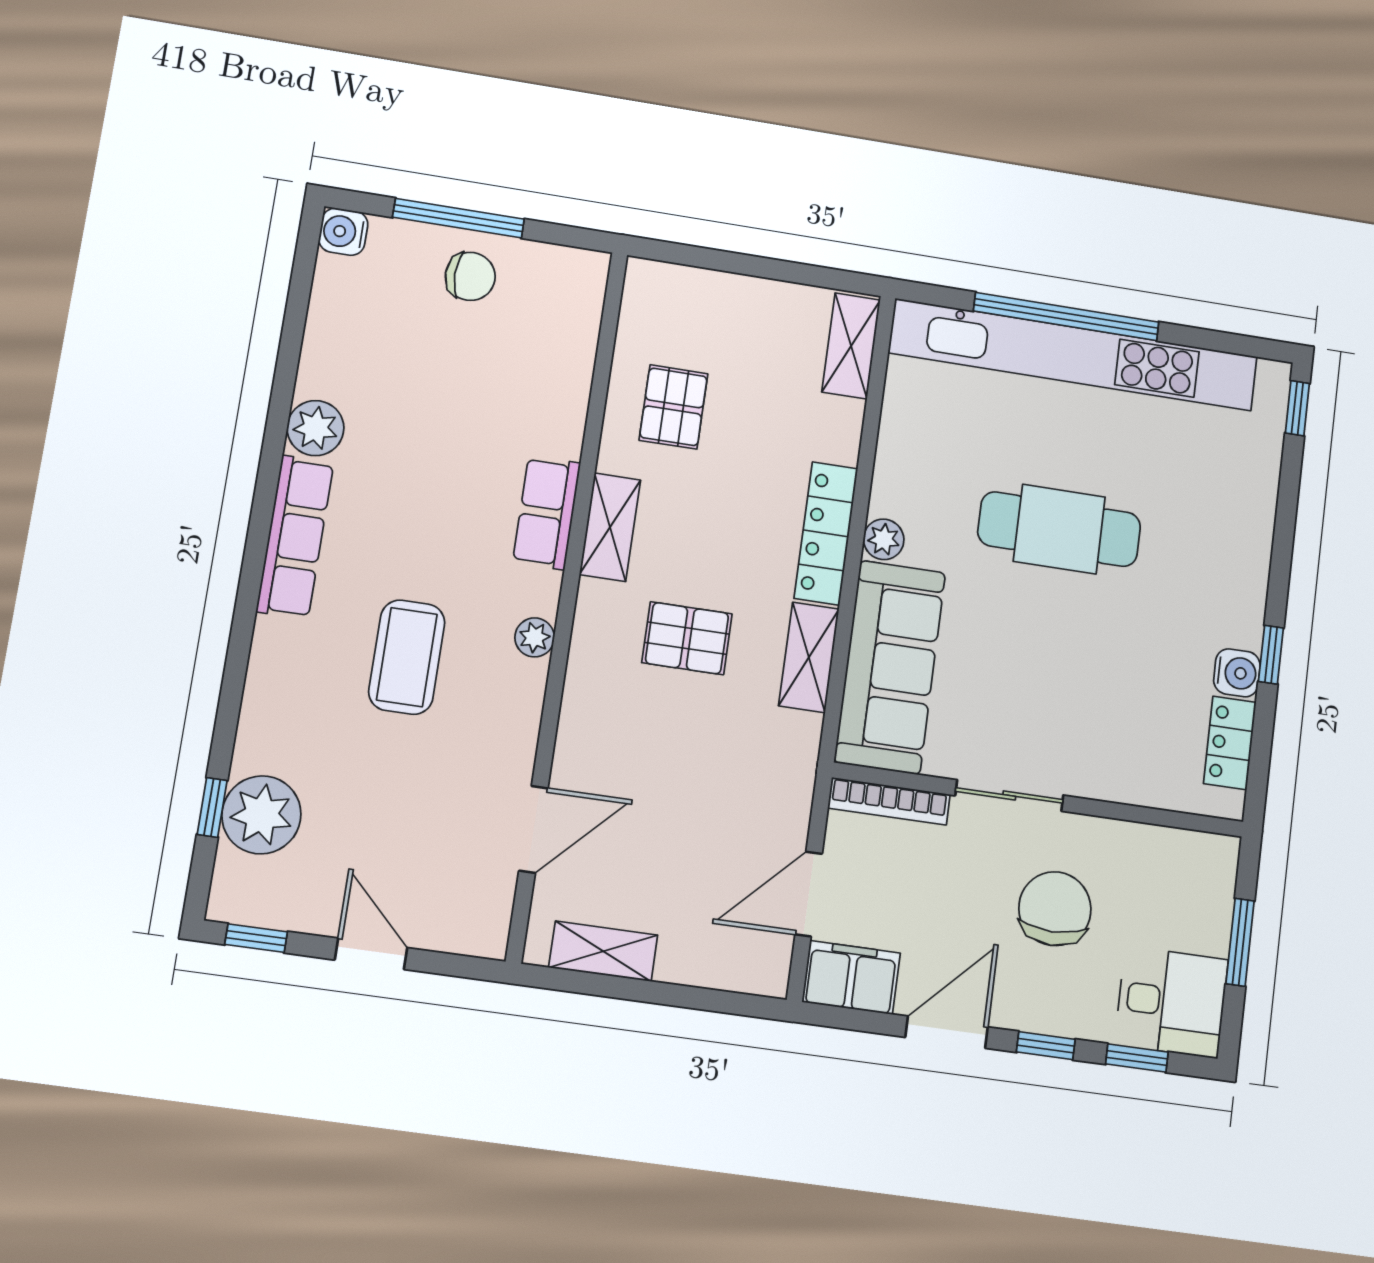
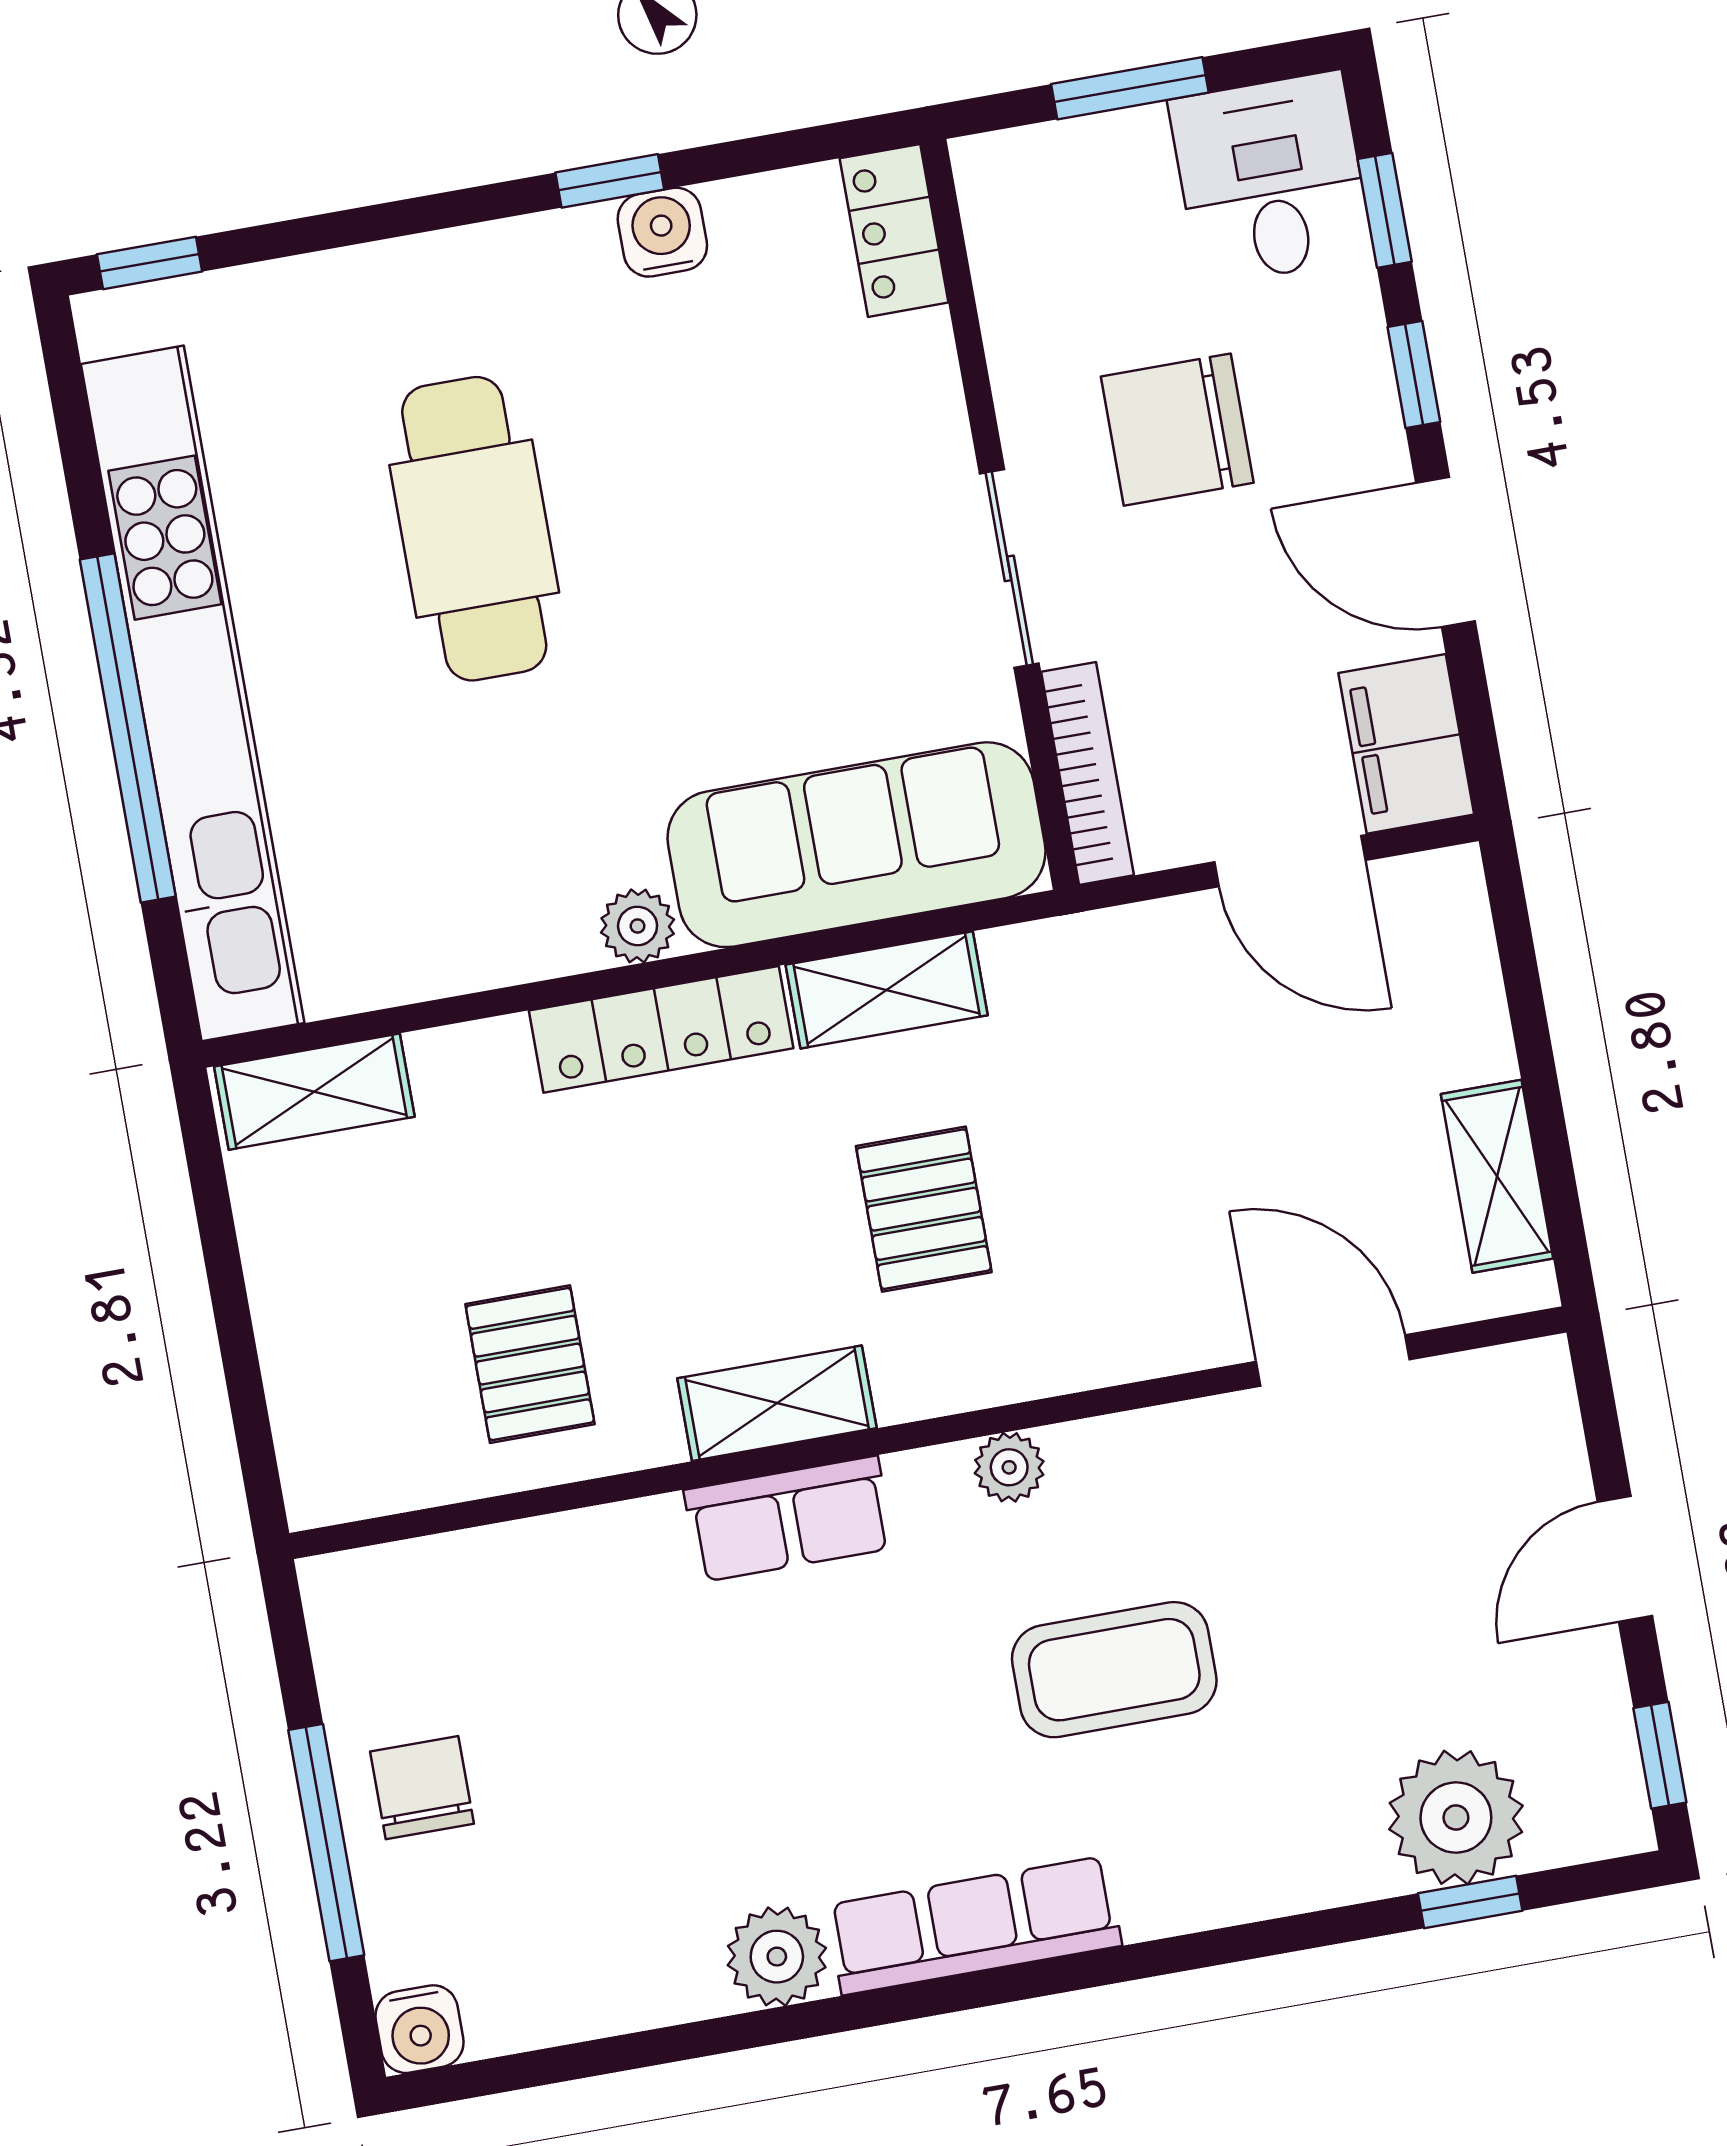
pallet: (673, 407) -> (530, 1364), turned 90
cafe table: (1059, 529) -> (474, 529), moved
locker: (1230, 743) -> (894, 230), moved, turned 90

